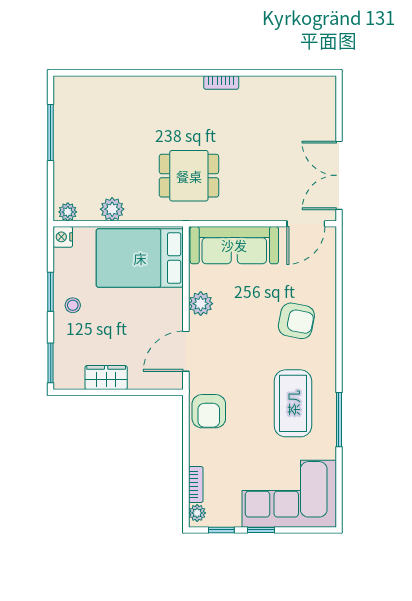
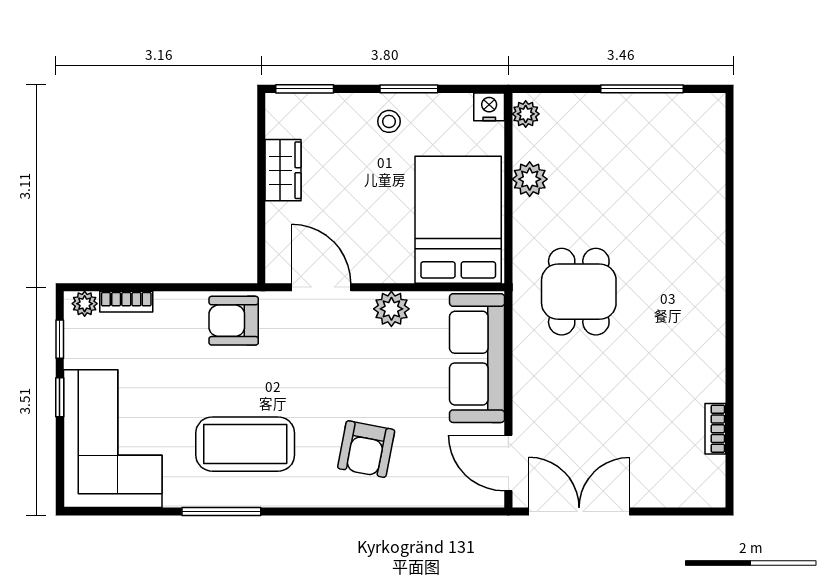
bookcase: (221, 82) -> (715, 429), moved

